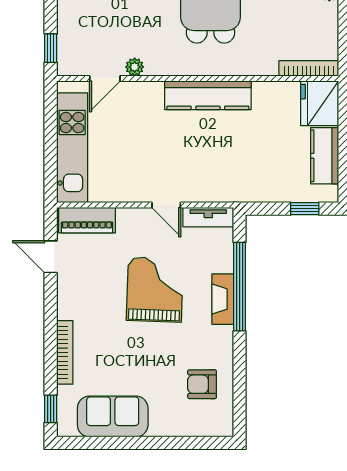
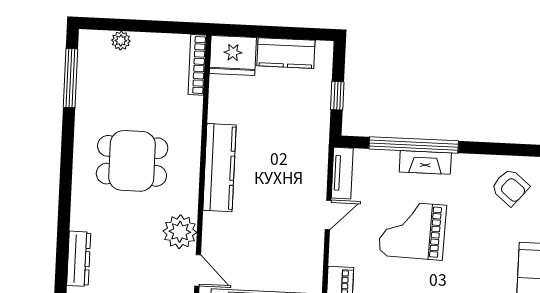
plant: (135, 67) -> (180, 232), width x1.87, depth x1.87
window: (305, 209) -> (337, 96), moved
armchair: (202, 384) -> (510, 187), turned -50

